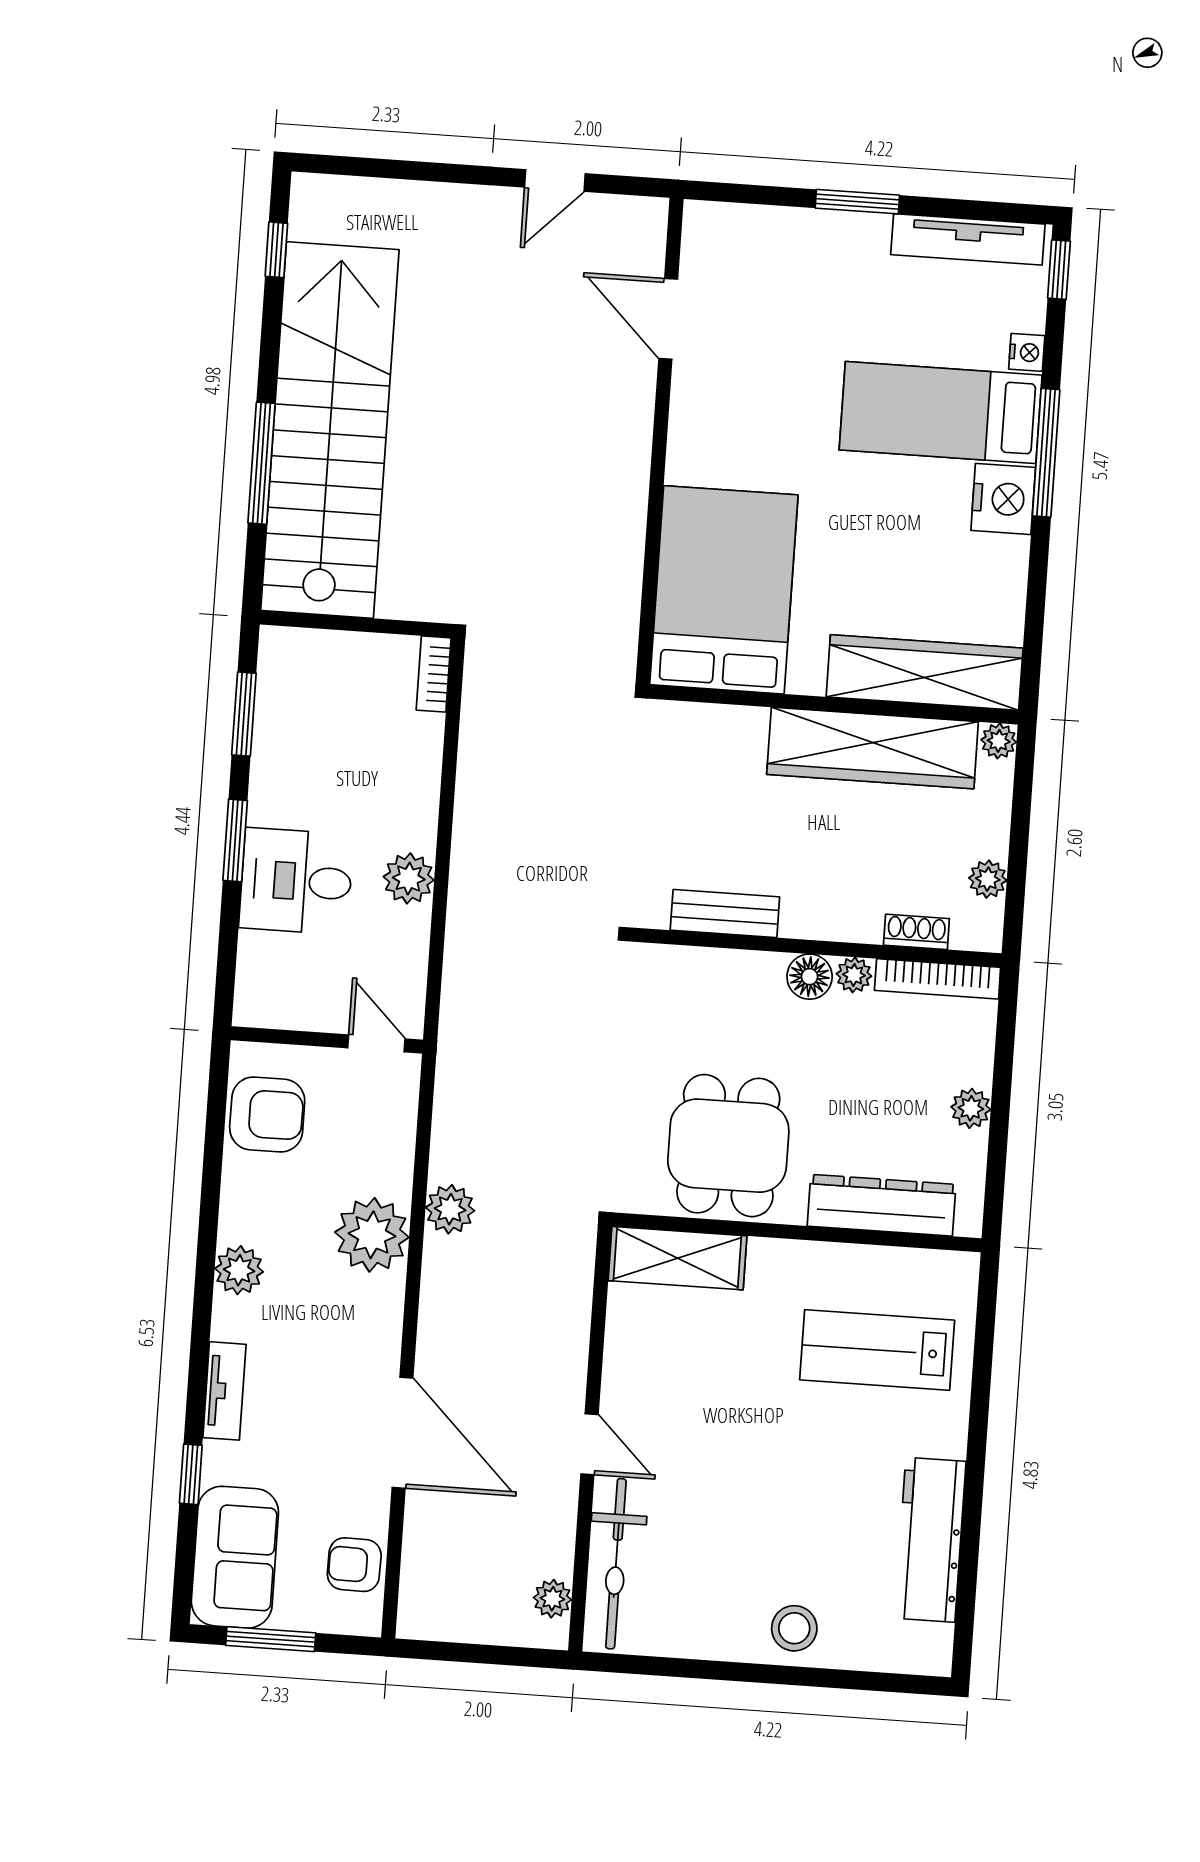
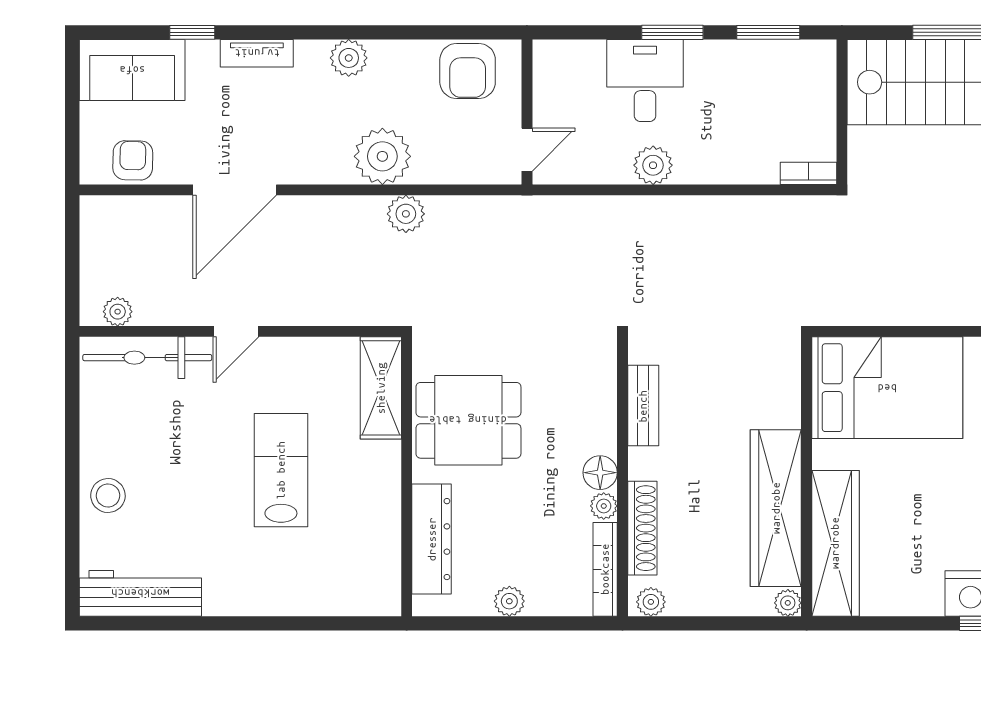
plant: (988, 879) -> (651, 602), moved
shoe rack: (916, 932) -> (642, 528), width x1.94, depth x1.24
lab bench: (877, 1350) -> (281, 470), moved
workbench: (930, 1540) -> (140, 593), moved
window: (271, 1639) -> (72, 101), removed

